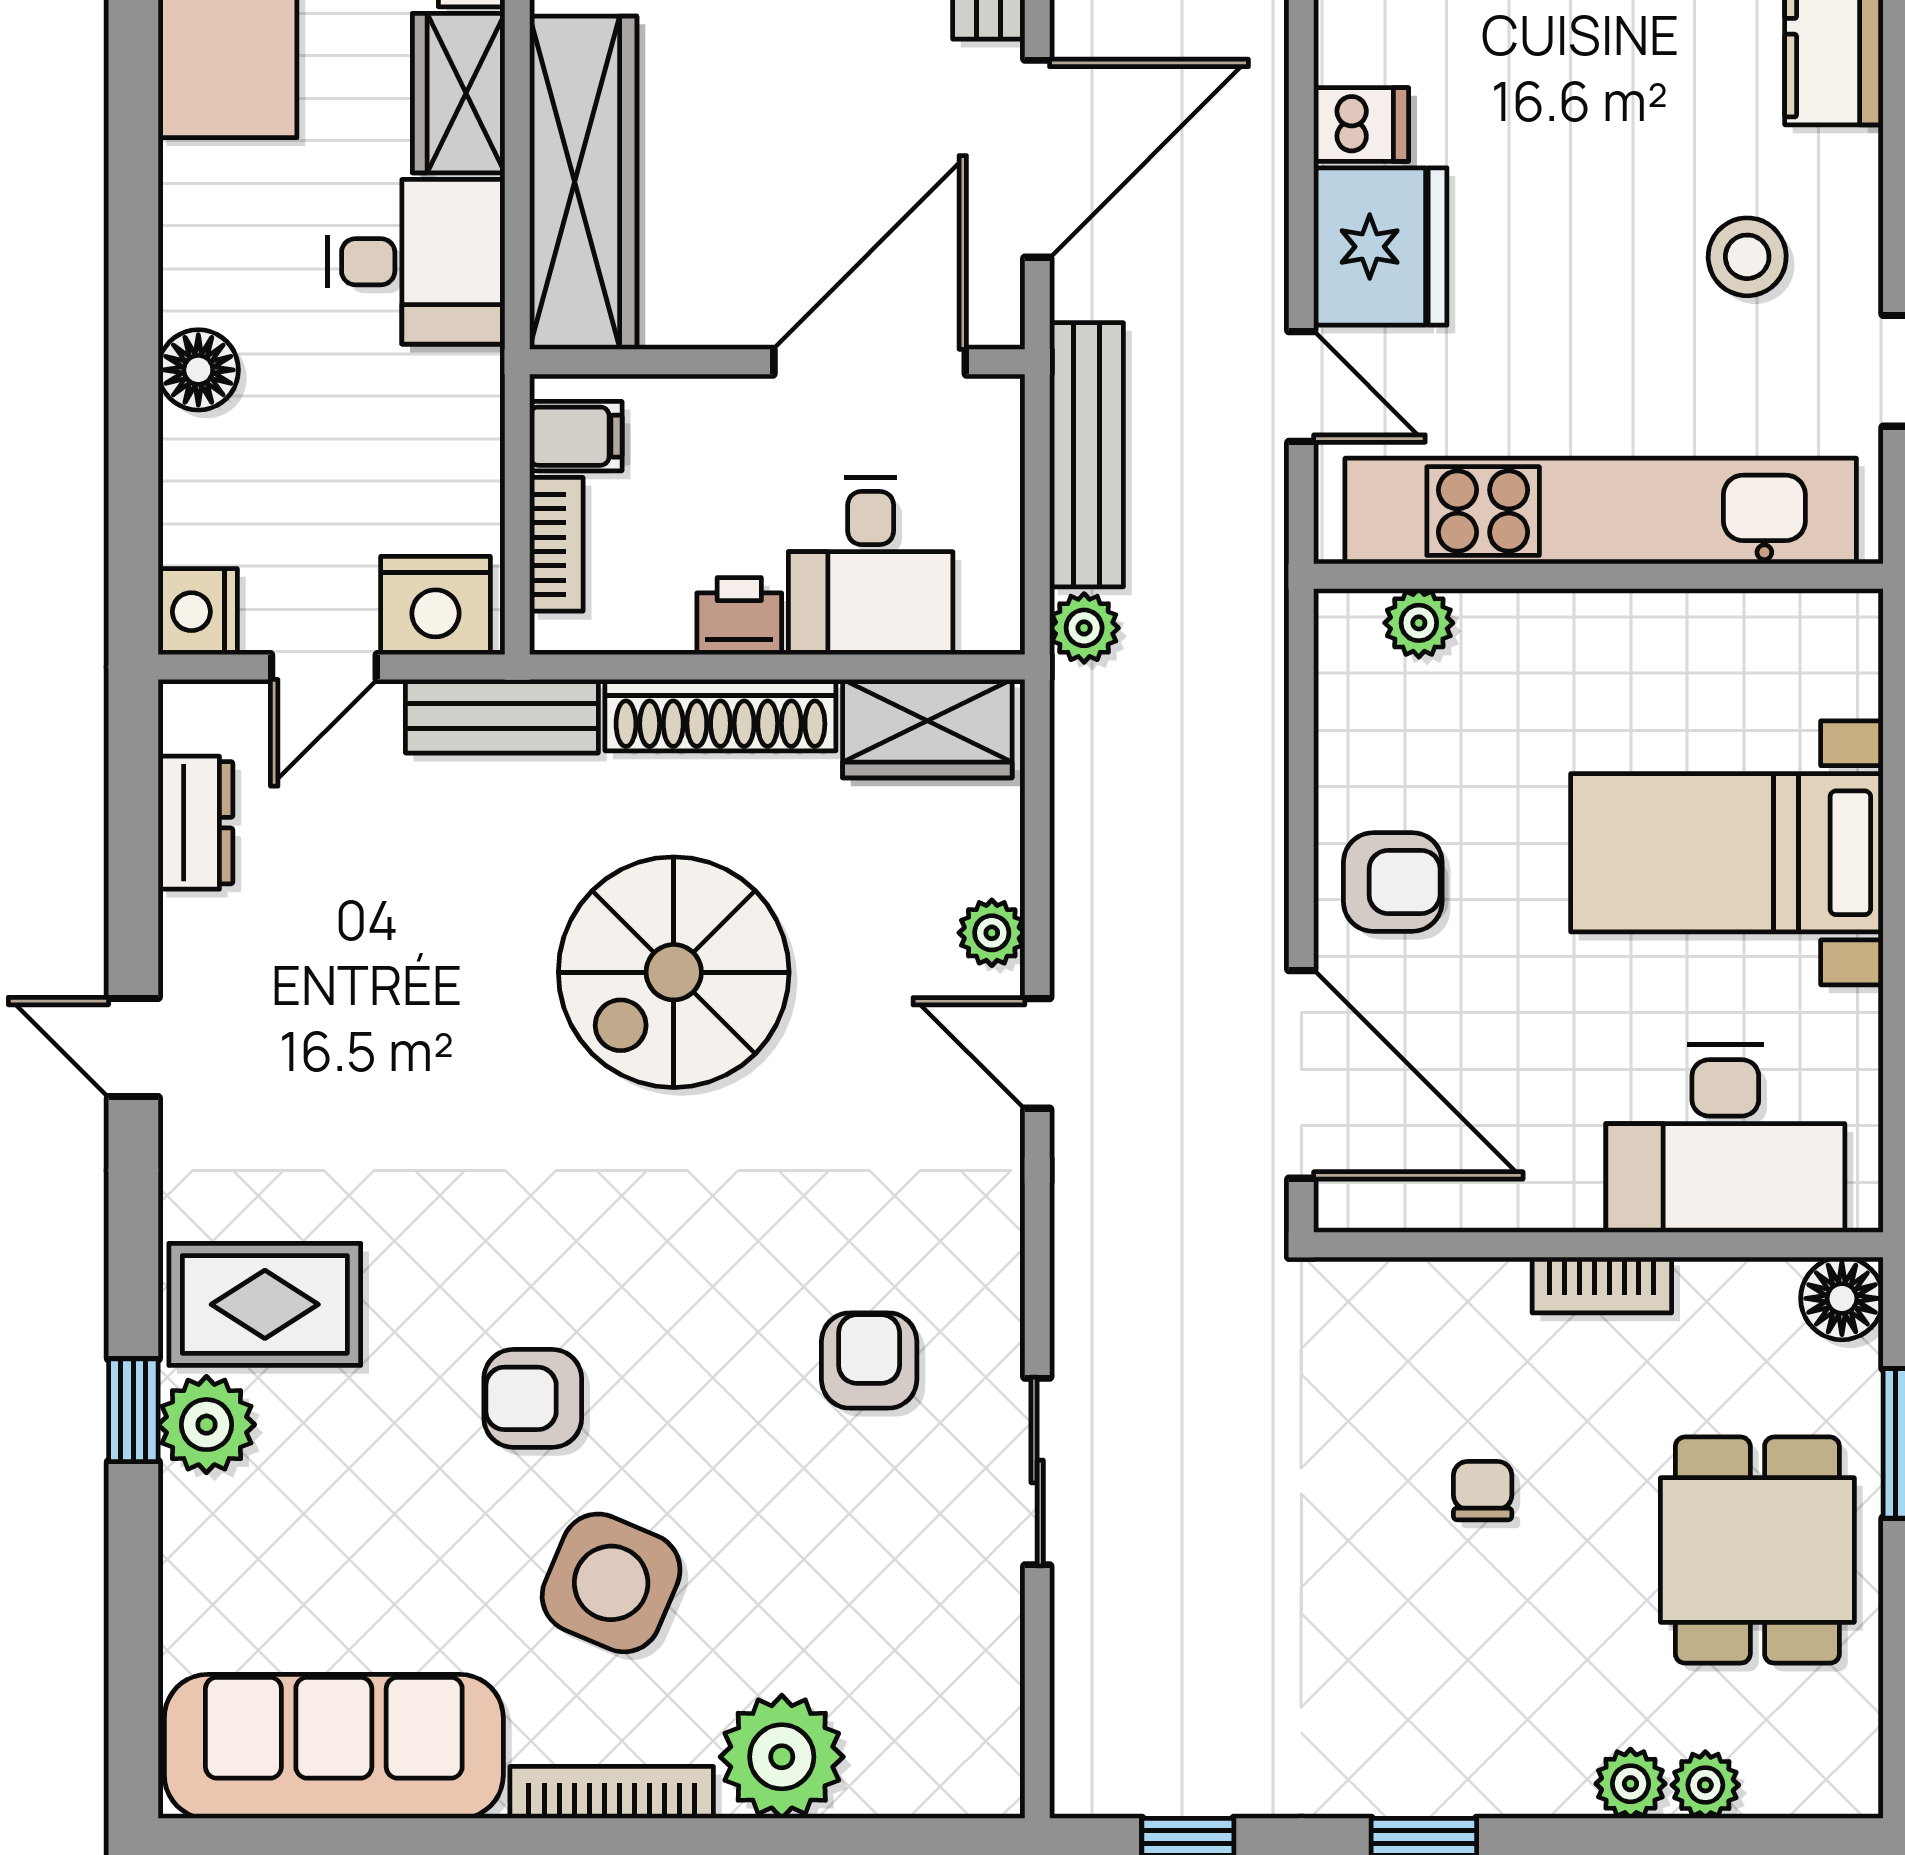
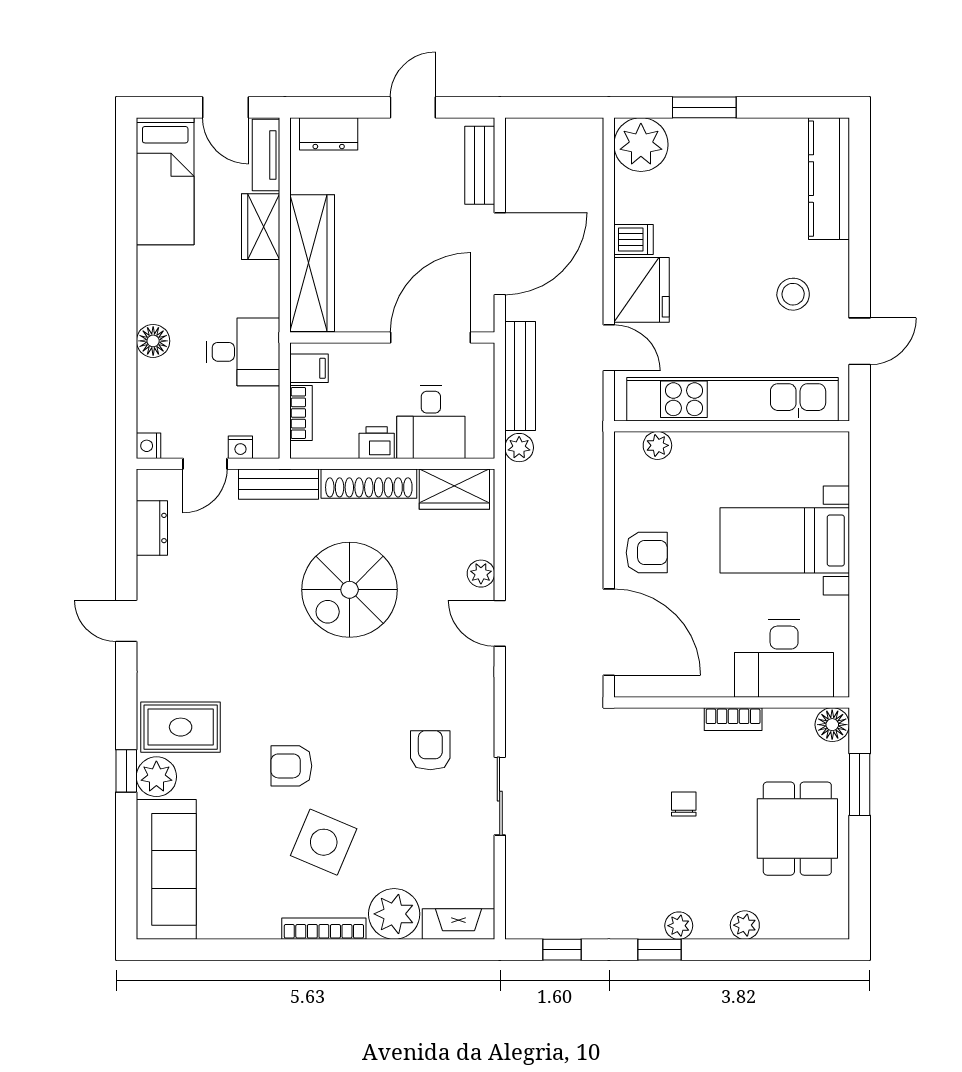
desk: (416, 262) -> (243, 352), moved
nightstand: (435, 606) -> (240, 447), width x0.53, depth x0.56
nightstand: (198, 612) -> (149, 446), width x0.72, depth x0.74
sofa: (334, 1746) -> (166, 869), moved, turned 90
fireplace: (937, 1781) -> (459, 924), added
plant: (1705, 1785) -> (679, 926), moved

